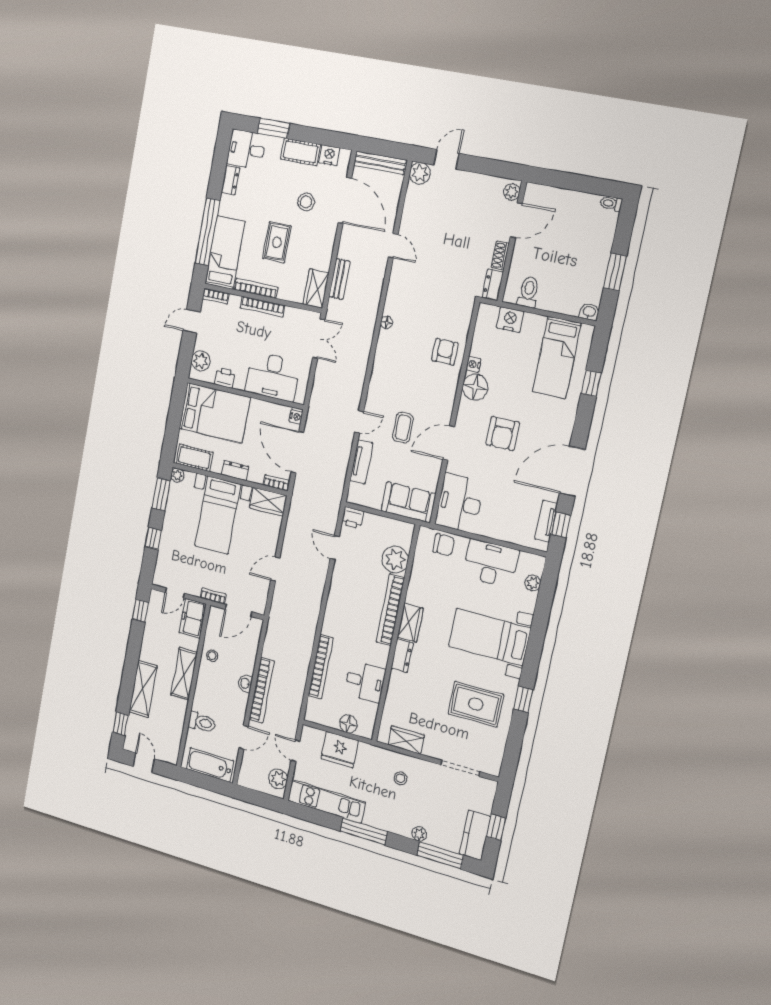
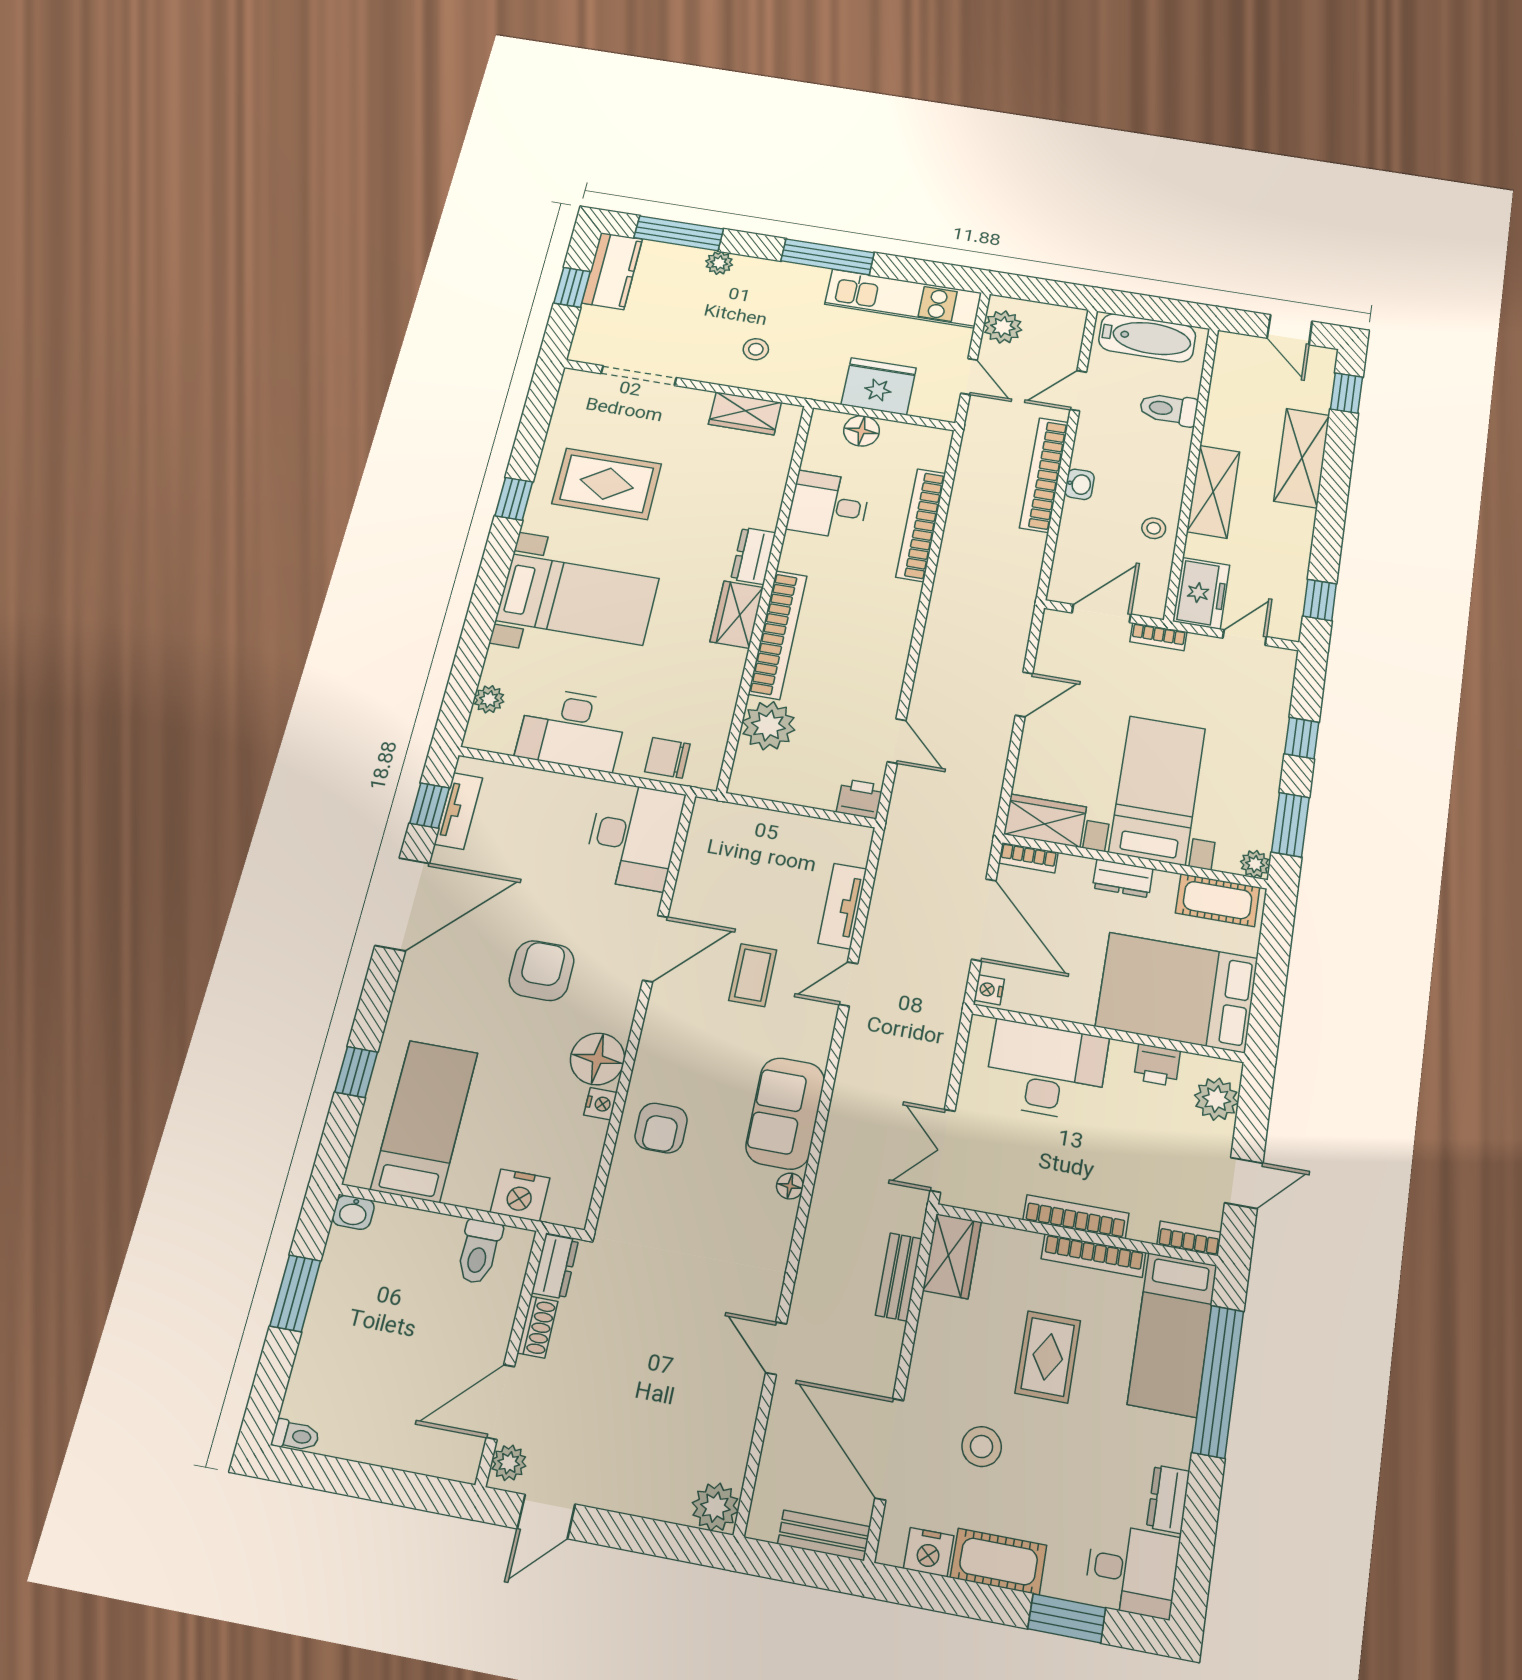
door: (446, 159) -> (546, 1517), moved
bench: (380, 163) -> (824, 1535), width x0.73
sofa: (409, 502) -> (785, 1113), moved, turned 90

